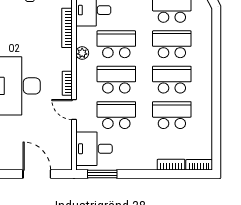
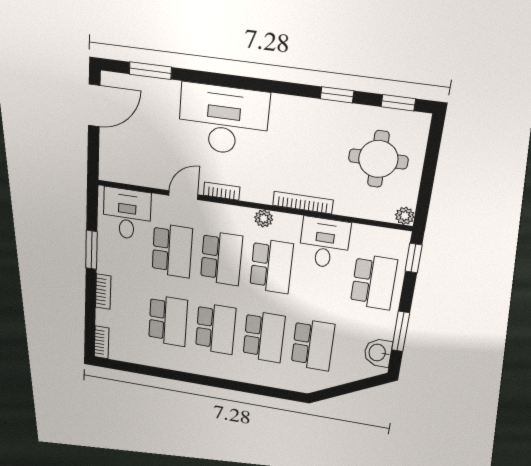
bookcase: (171, 165) -> (103, 292), moved
door: (37, 174) -> (94, 105), moved
window: (102, 174) -> (91, 250), moved

